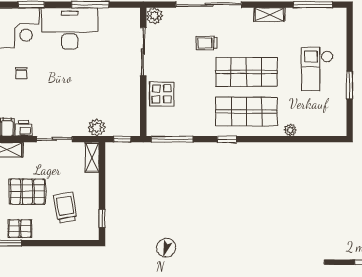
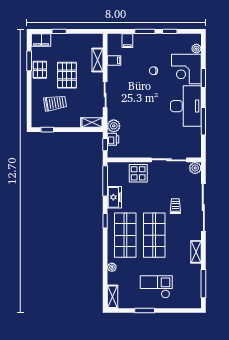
freezer: (195, 126) -> (114, 197), added
printer: (24, 128) -> (113, 139), moved
shelving: (331, 129) -> (113, 297), added

